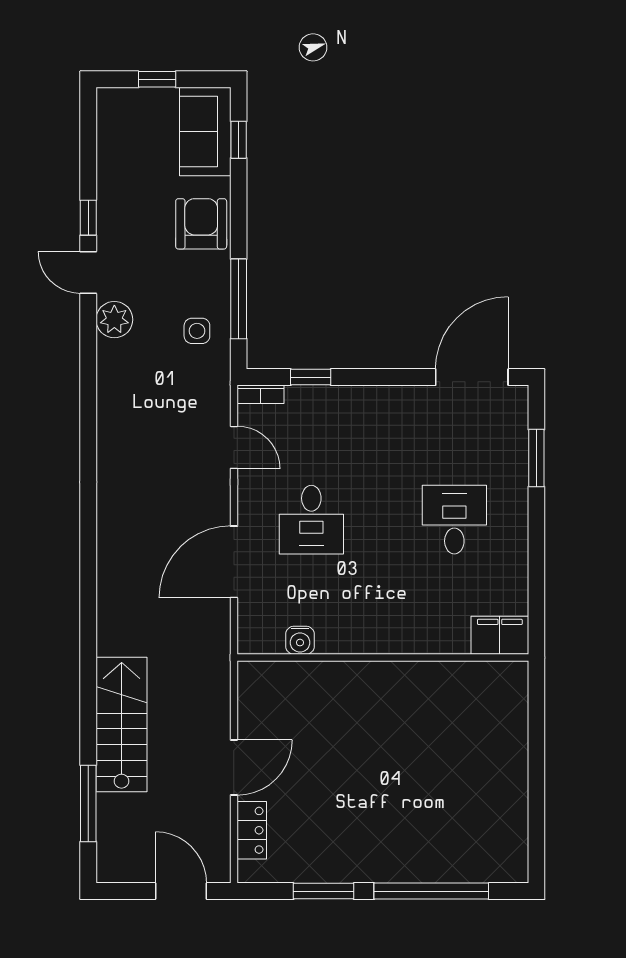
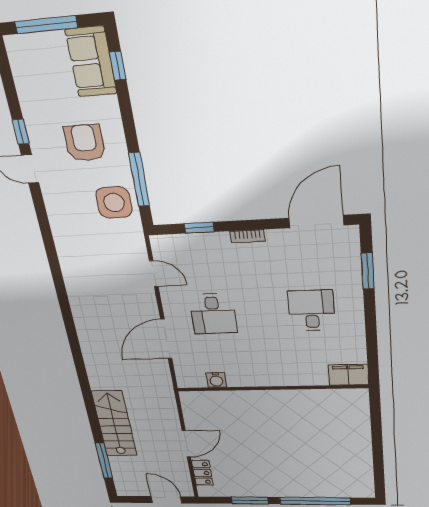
window: (157, 79) -> (46, 25), width x2.17
armchair: (201, 224) -> (85, 143), moved
plant: (114, 320) -> (56, 199), removed
side table: (197, 331) -> (114, 203), width x1.87, depth x1.87
bookcase: (260, 394) -> (247, 236), moved

